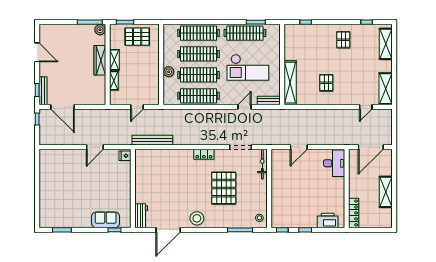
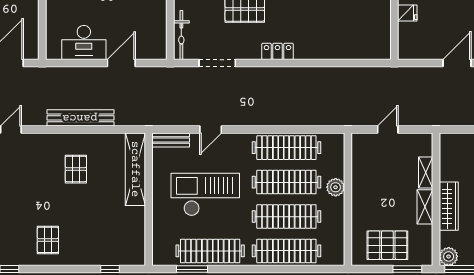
bench: (152, 140) -> (80, 118), moved
fridge: (125, 156) -> (407, 13), moved
desk: (334, 163) -> (84, 43), moved, turned -90

